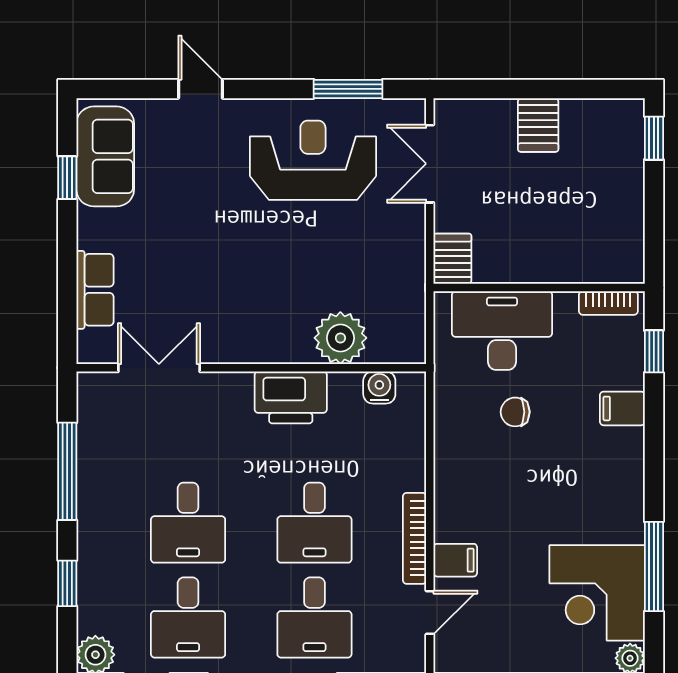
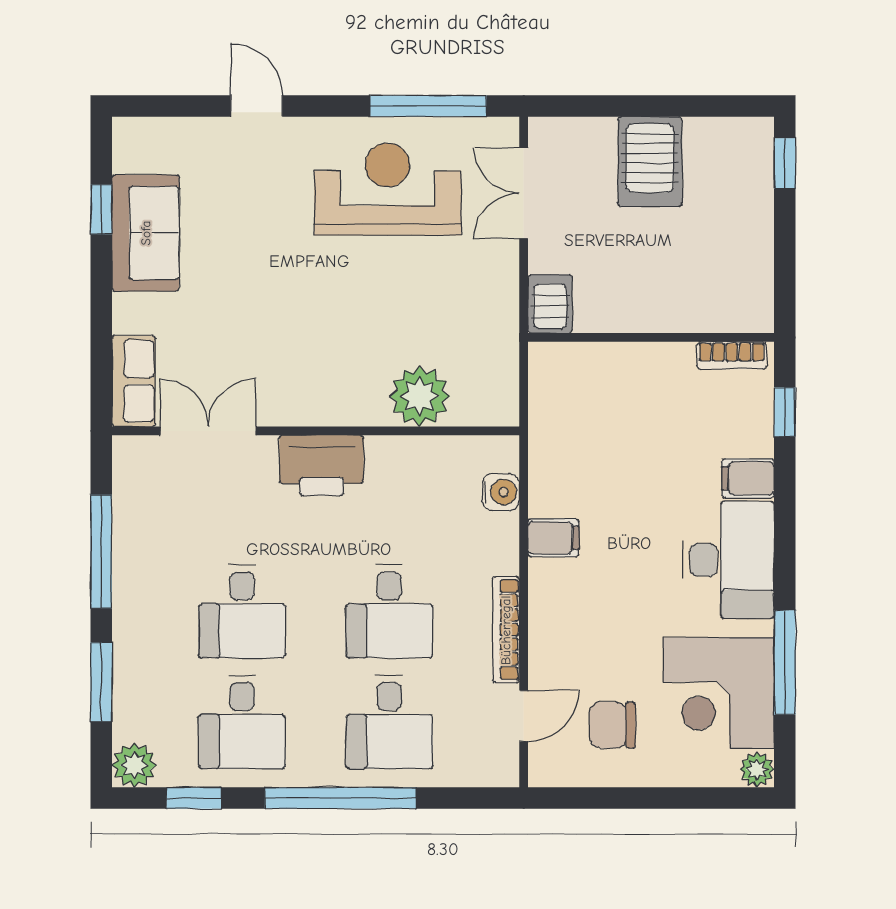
window: (348, 89) -> (428, 106), width x1.44
server rack: (538, 125) -> (650, 162), width x1.36, depth x1.44
sofa: (105, 156) -> (146, 233), moved
row of seats: (95, 290) -> (134, 381), moved
desk: (502, 331) -> (728, 560), moved, turned 90
water cooler: (379, 387) -> (501, 492), moved, turned 90
printer: (291, 397) -> (321, 465), moved
chair: (515, 412) -> (612, 725), moved, width x1.37, depth x1.37
filing cabinet: (455, 560) -> (553, 538), moved
window: (67, 583) -> (101, 682), width x1.50

